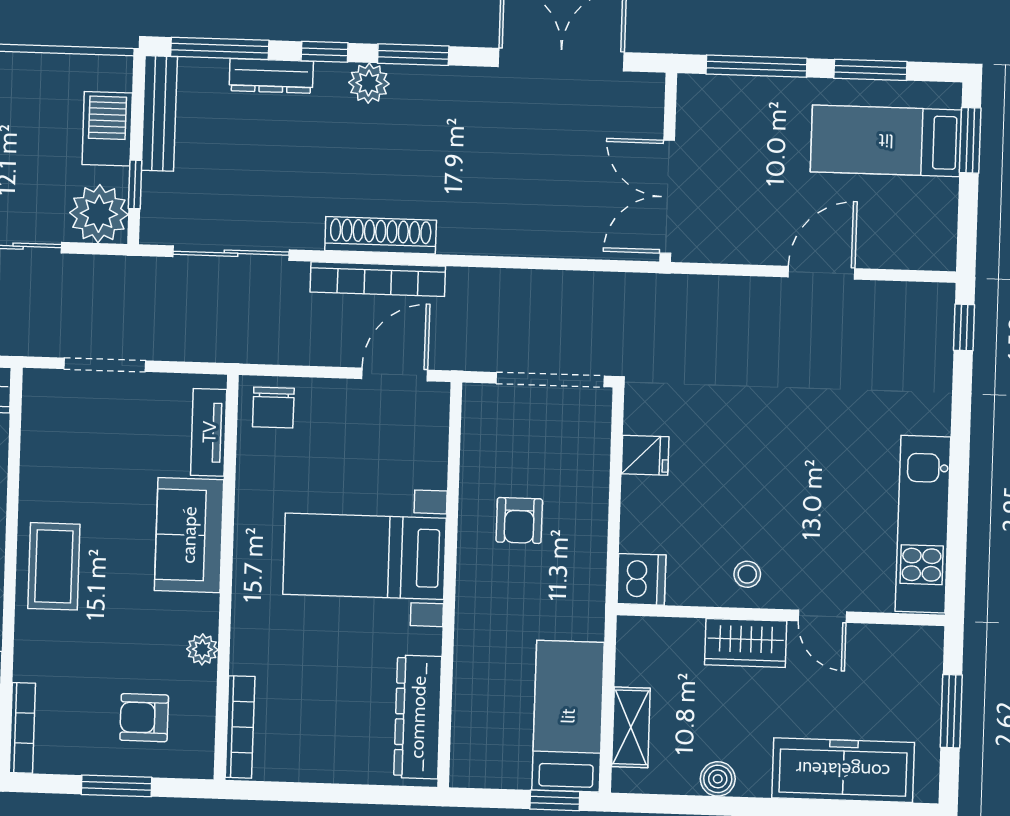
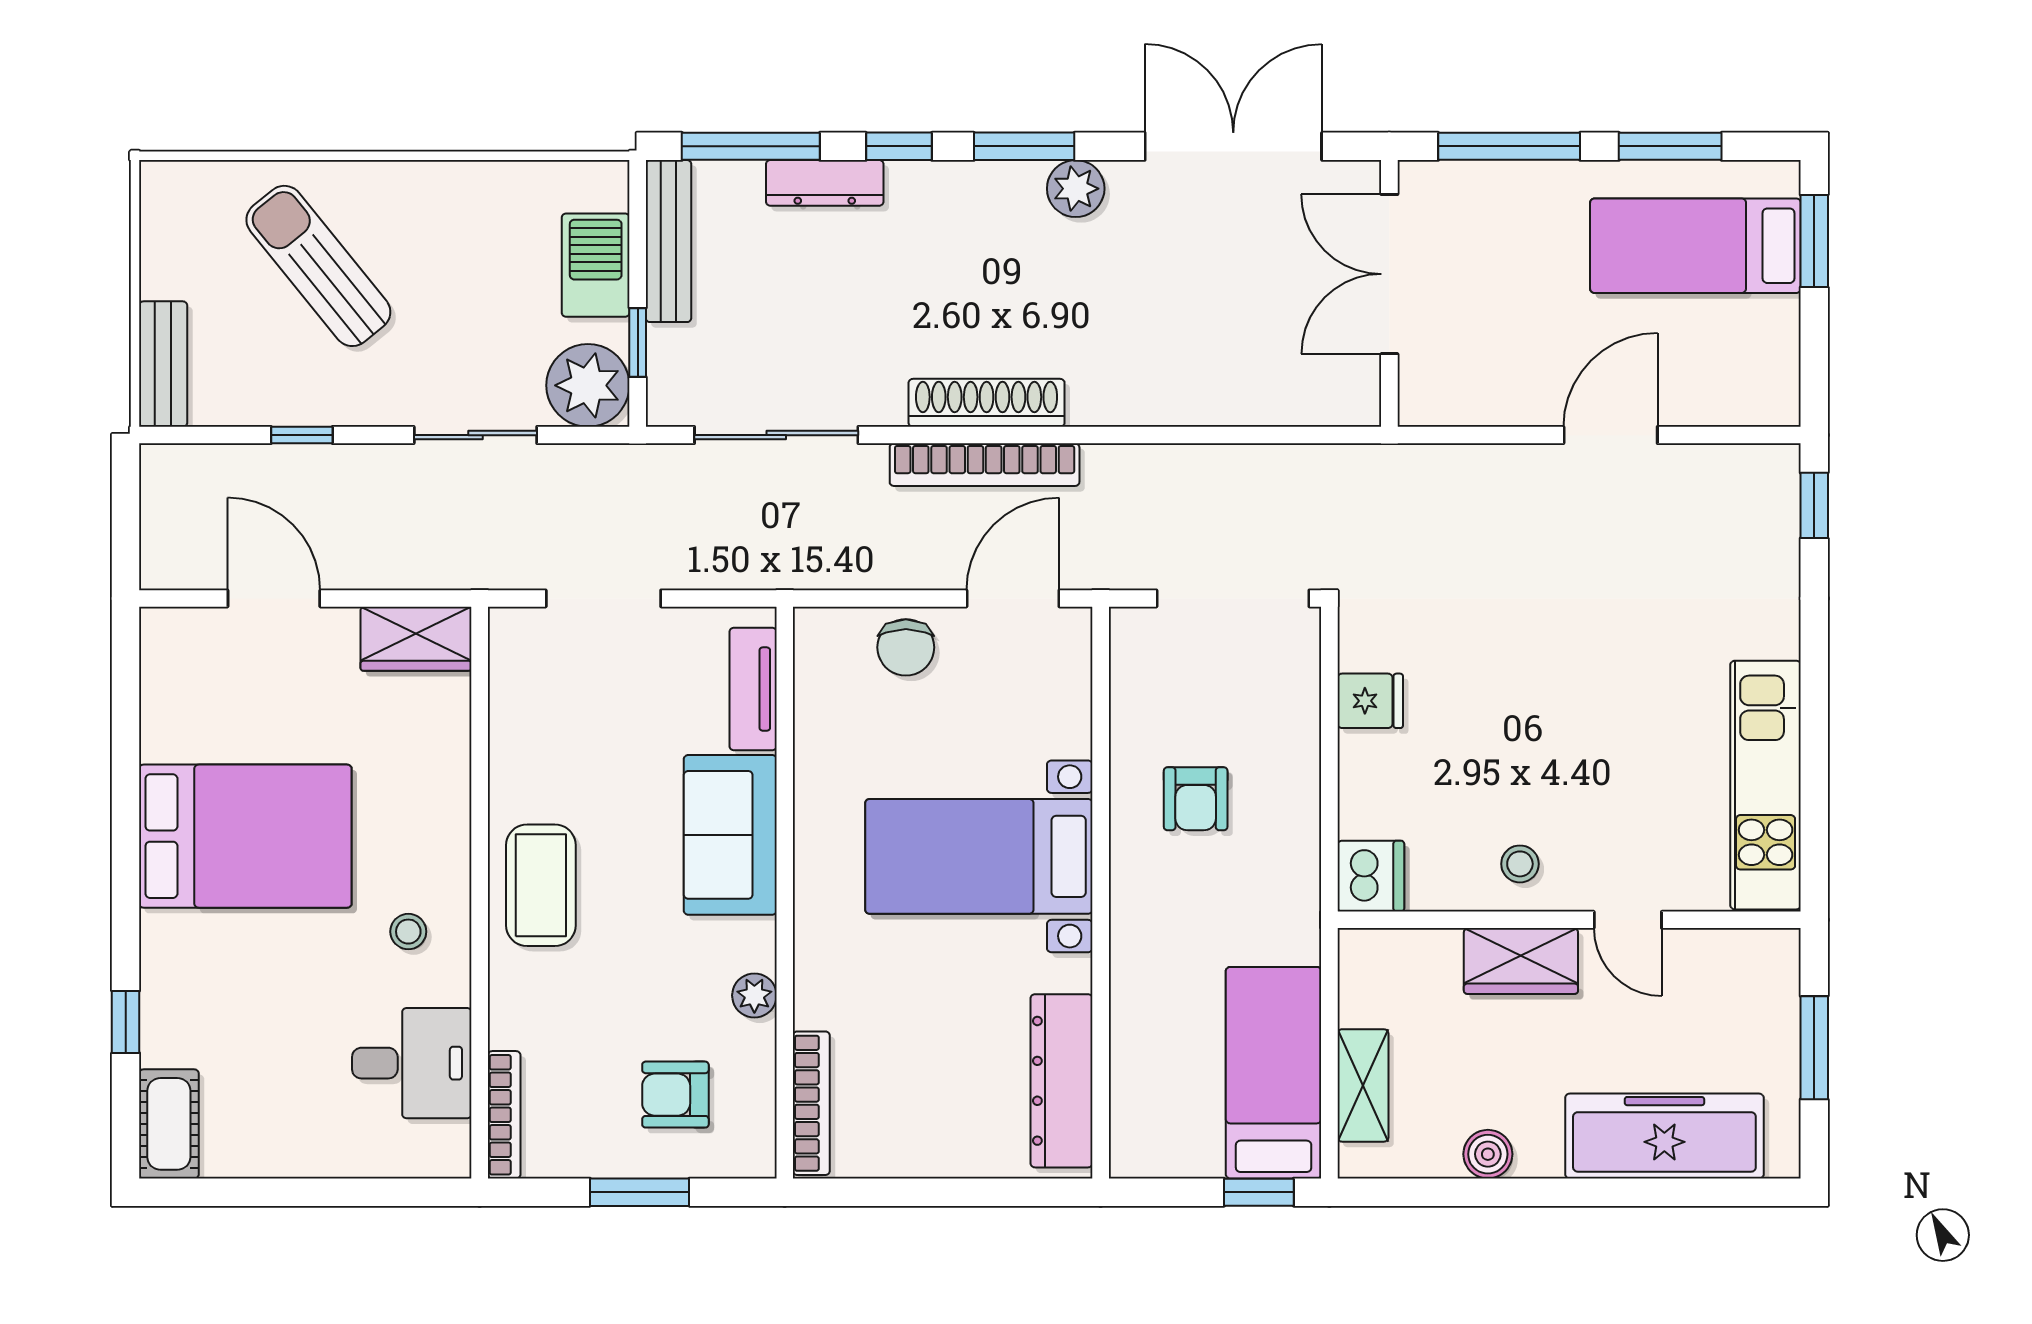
plant: (369, 83) -> (1076, 189), moved
double door: (667, 197) -> (1389, 274), moved
chair: (273, 407) -> (906, 647), moved

